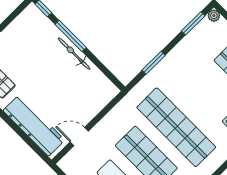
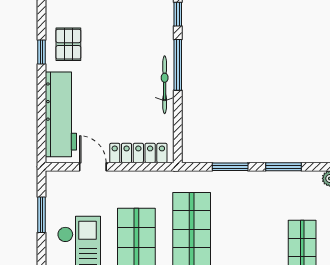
window: (193, 23) -> (283, 167), moved
locker: (97, 105) -> (138, 153), added

